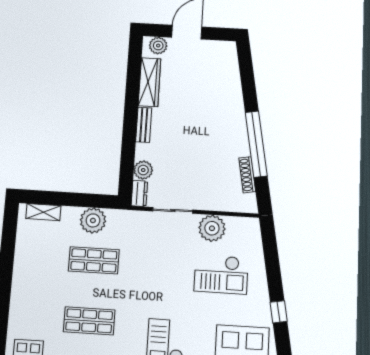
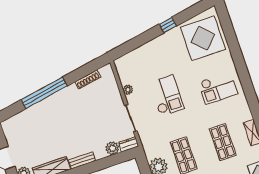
window: (256, 144) -> (44, 93), moved
plant: (212, 228) -> (128, 90), width x0.53, depth x0.53
checkout: (221, 274) -> (167, 96), moved

